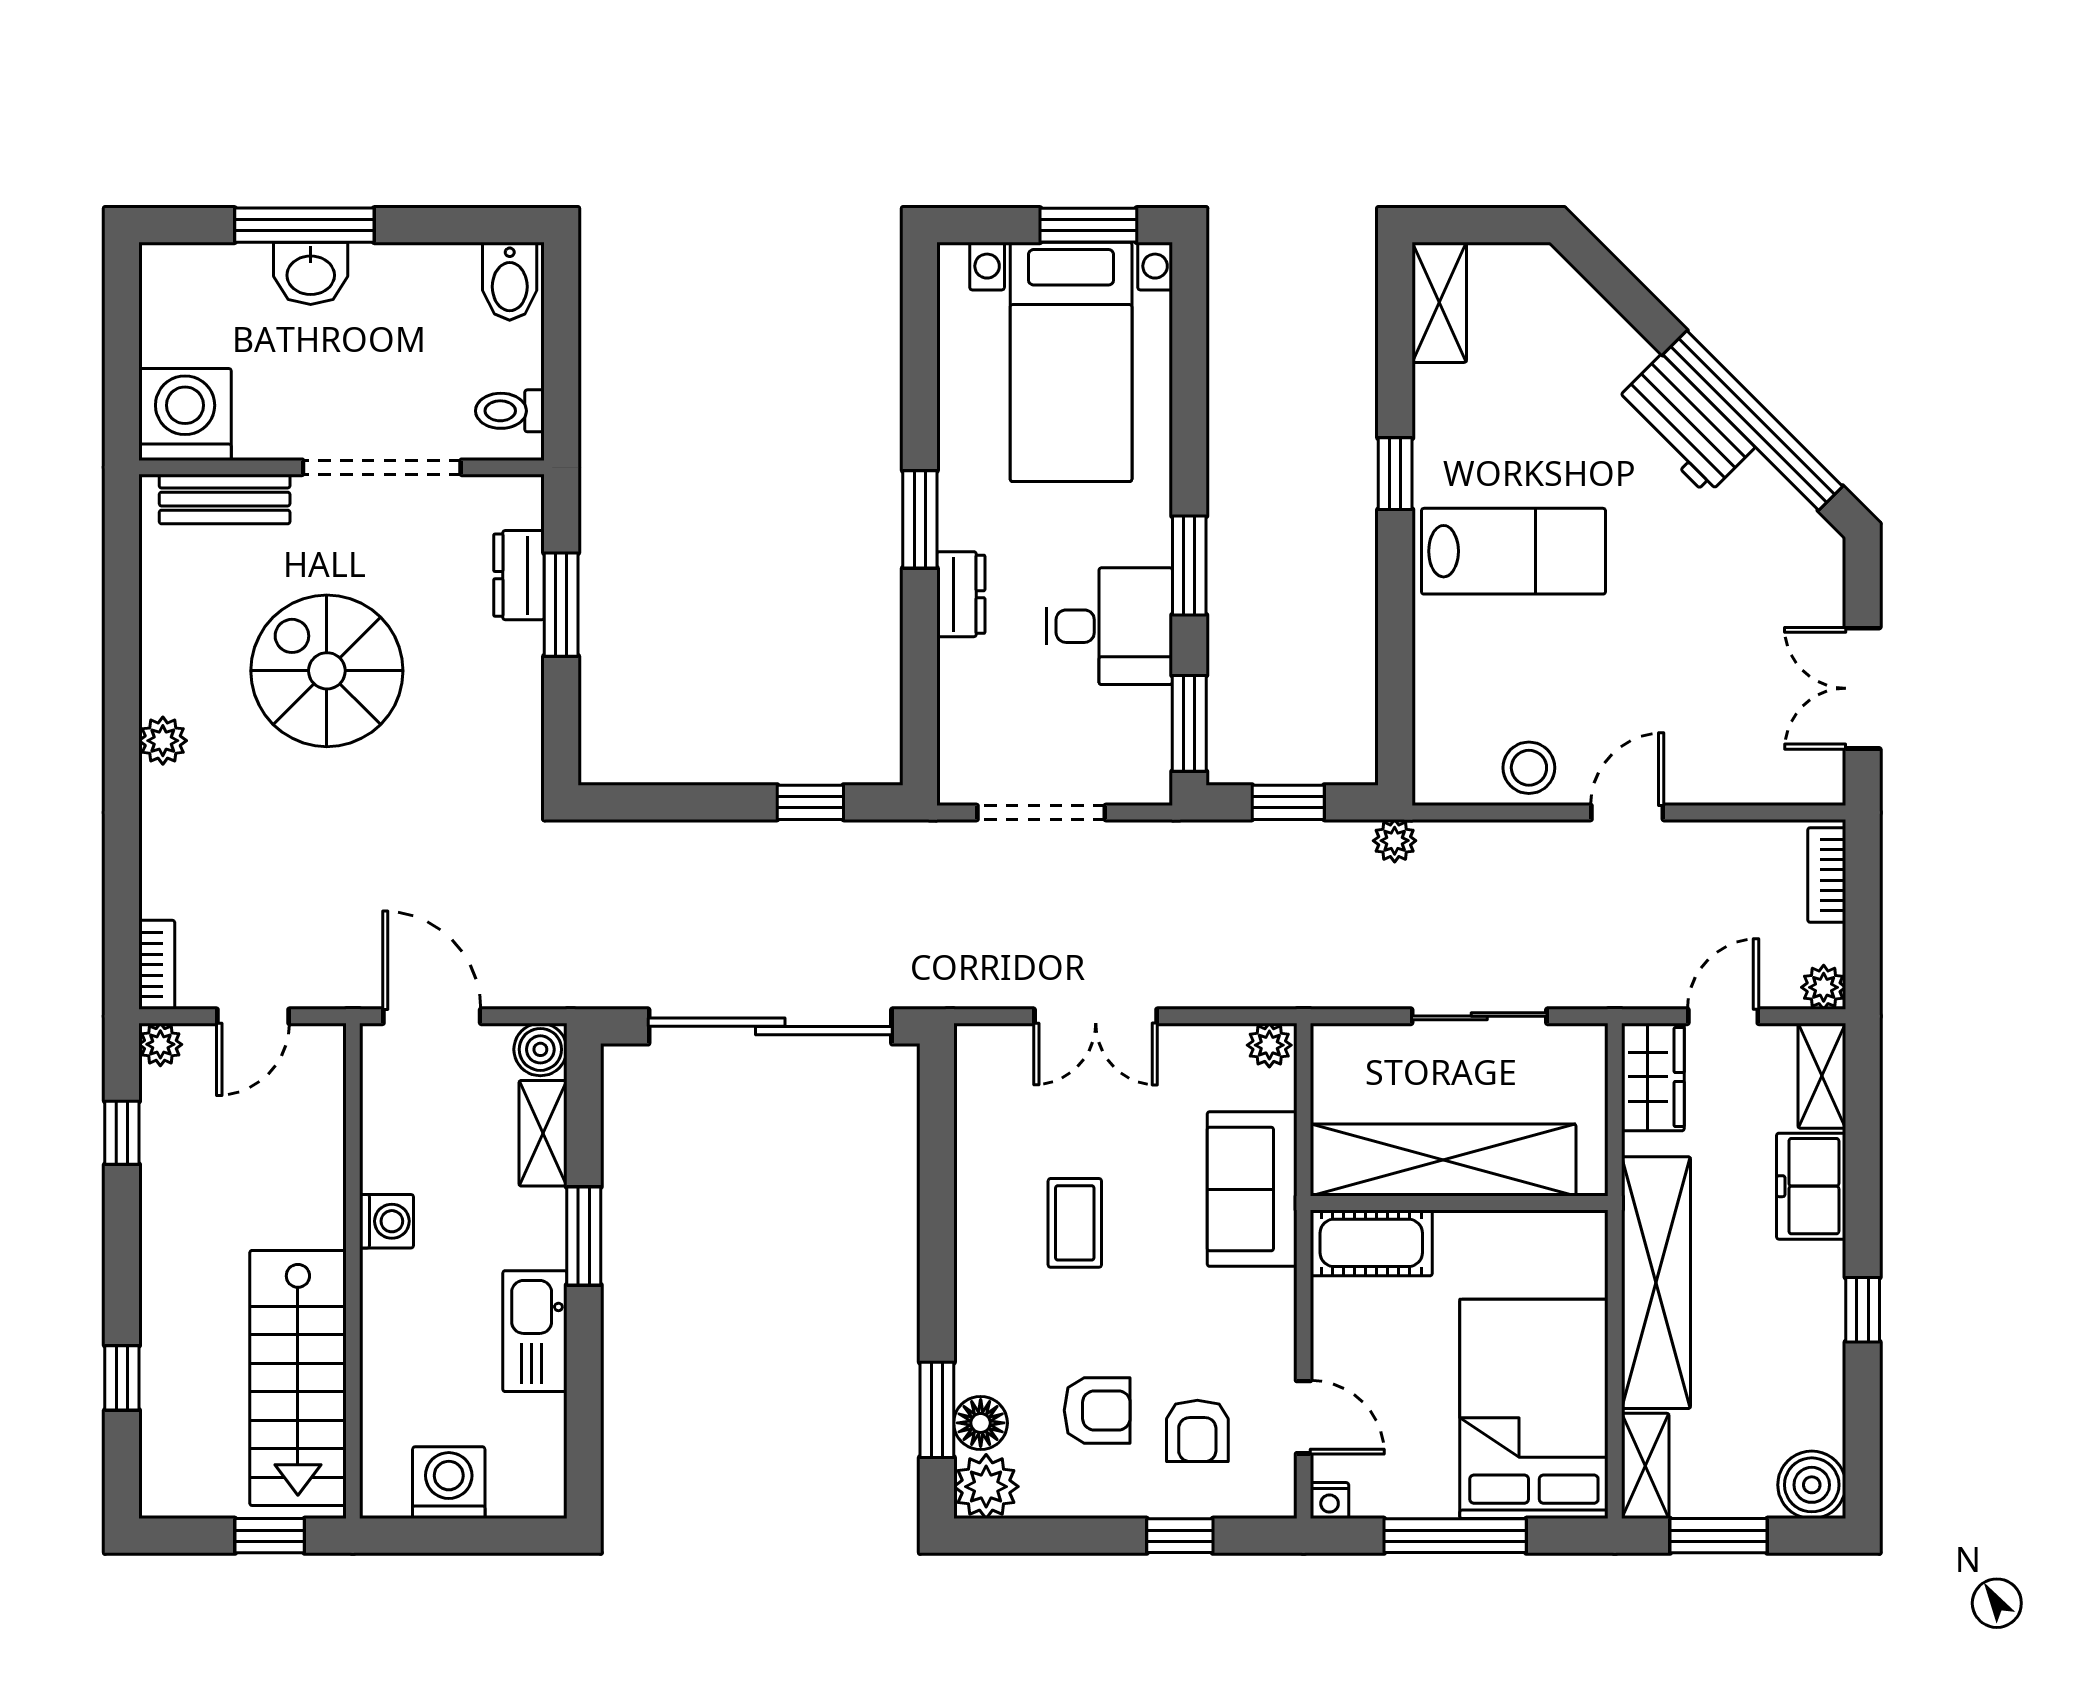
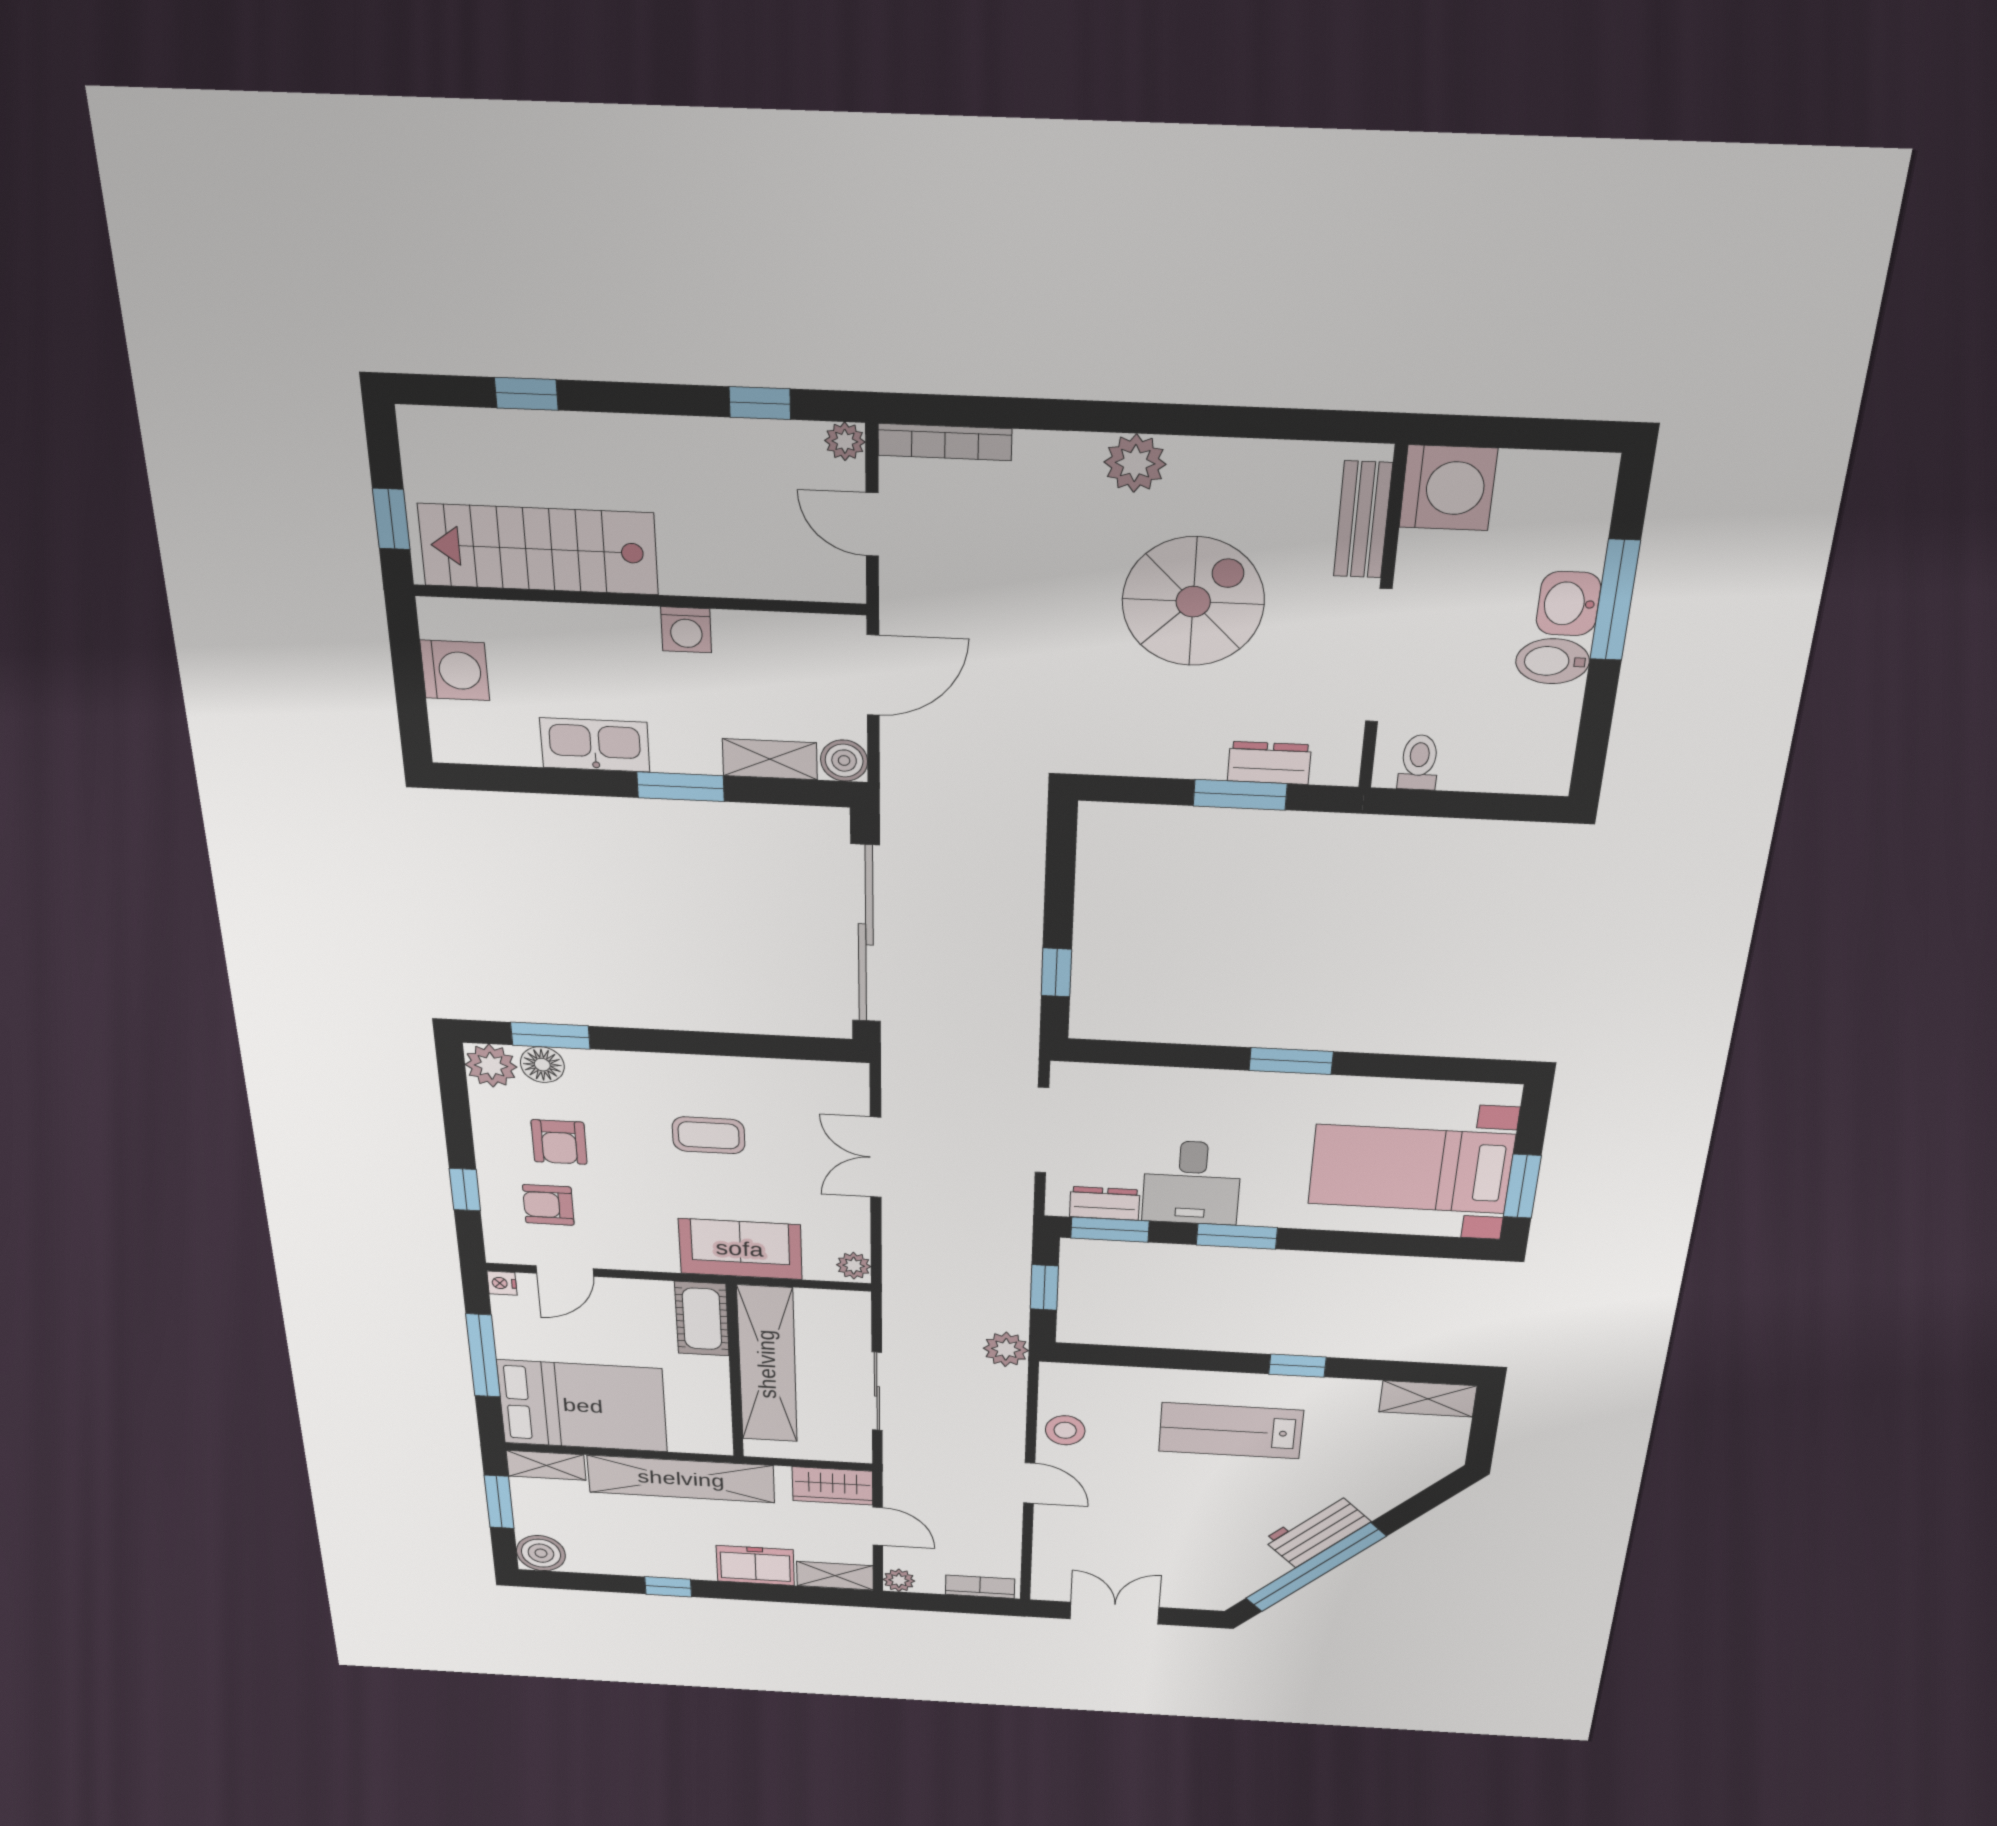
bidet: (510, 281) -> (1553, 661), moved
lab bench: (1513, 551) -> (1231, 1431), turned 90
dresser: (961, 594) -> (1105, 1203), moved, turned 180
plant: (163, 741) -> (1135, 463), width x1.38, depth x1.38
plant: (1395, 841) -> (1006, 1349), width x1.38, depth x1.38
bookcase: (157, 965) -> (945, 442), width x1.56

